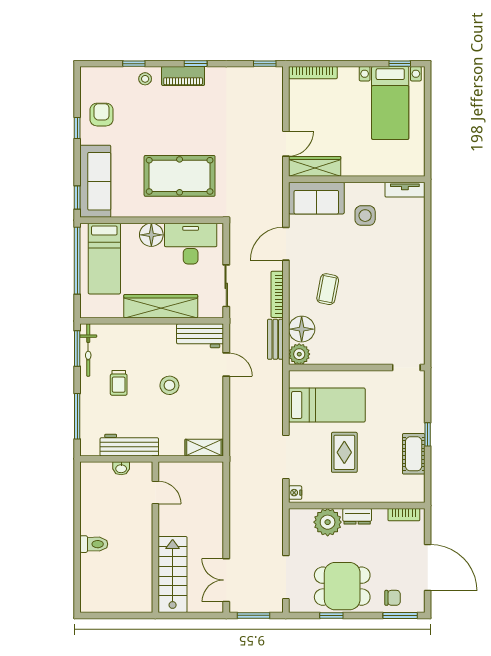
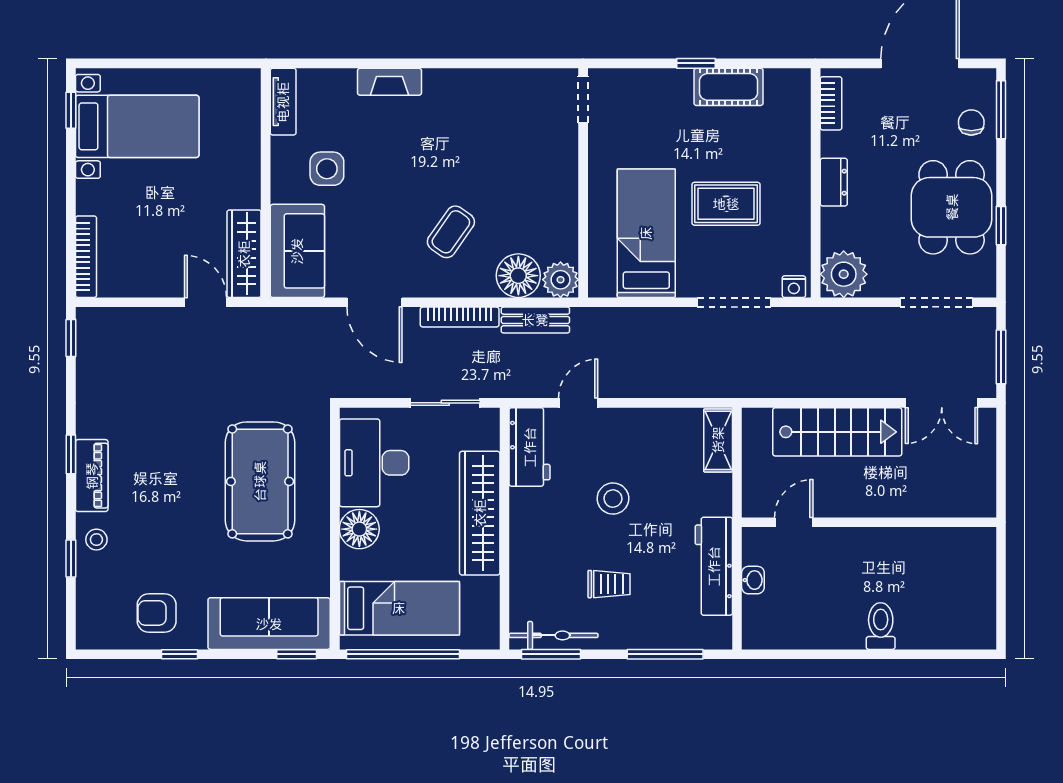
fireplace: (417, 253) -> (389, 82), added
coffee table: (328, 289) -> (451, 232), turned -66
plant: (328, 522) -> (844, 274), moved
stairs: (173, 575) -> (837, 432), moved, turned 180

